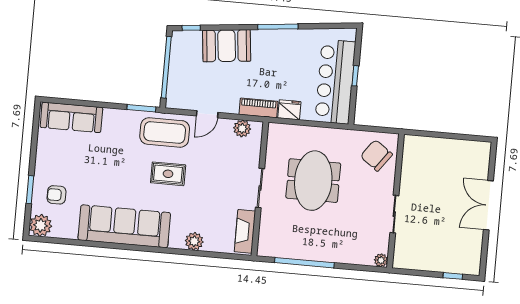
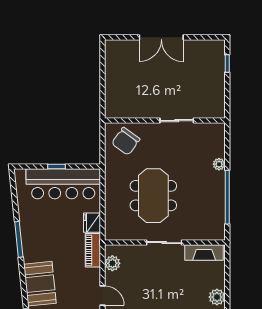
meeting table: (313, 181) -> (153, 196), turned 90
plant: (381, 260) -> (219, 164), moved

